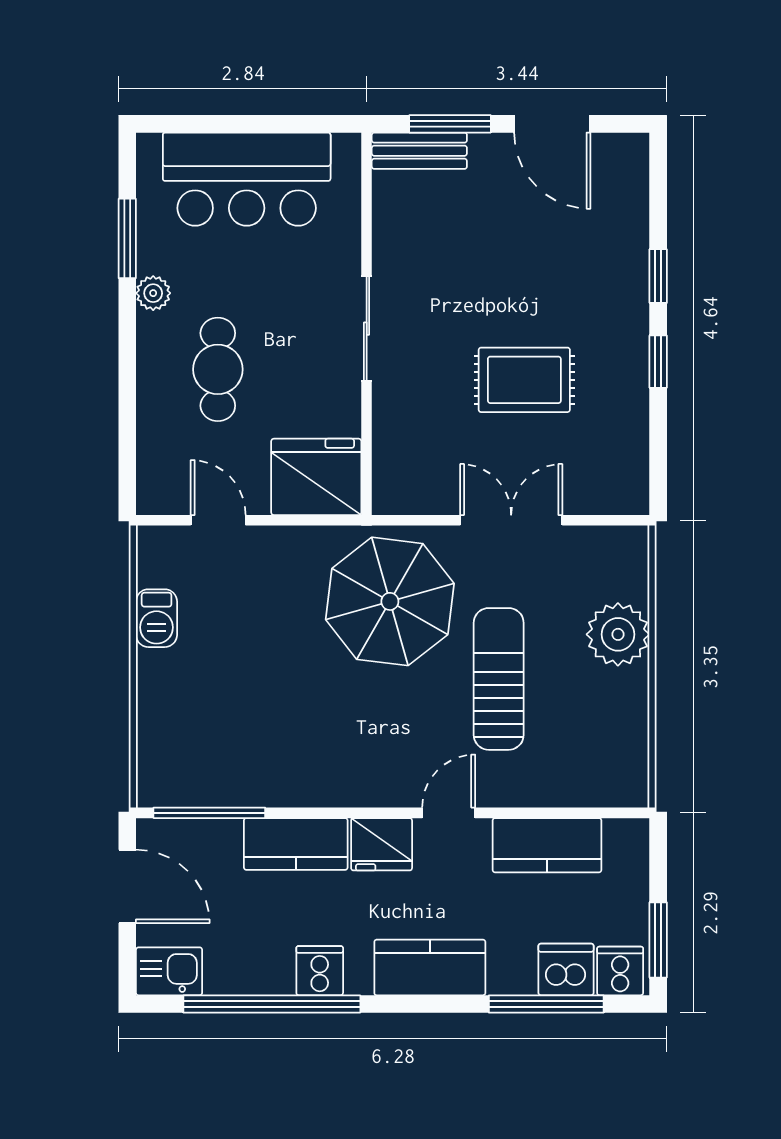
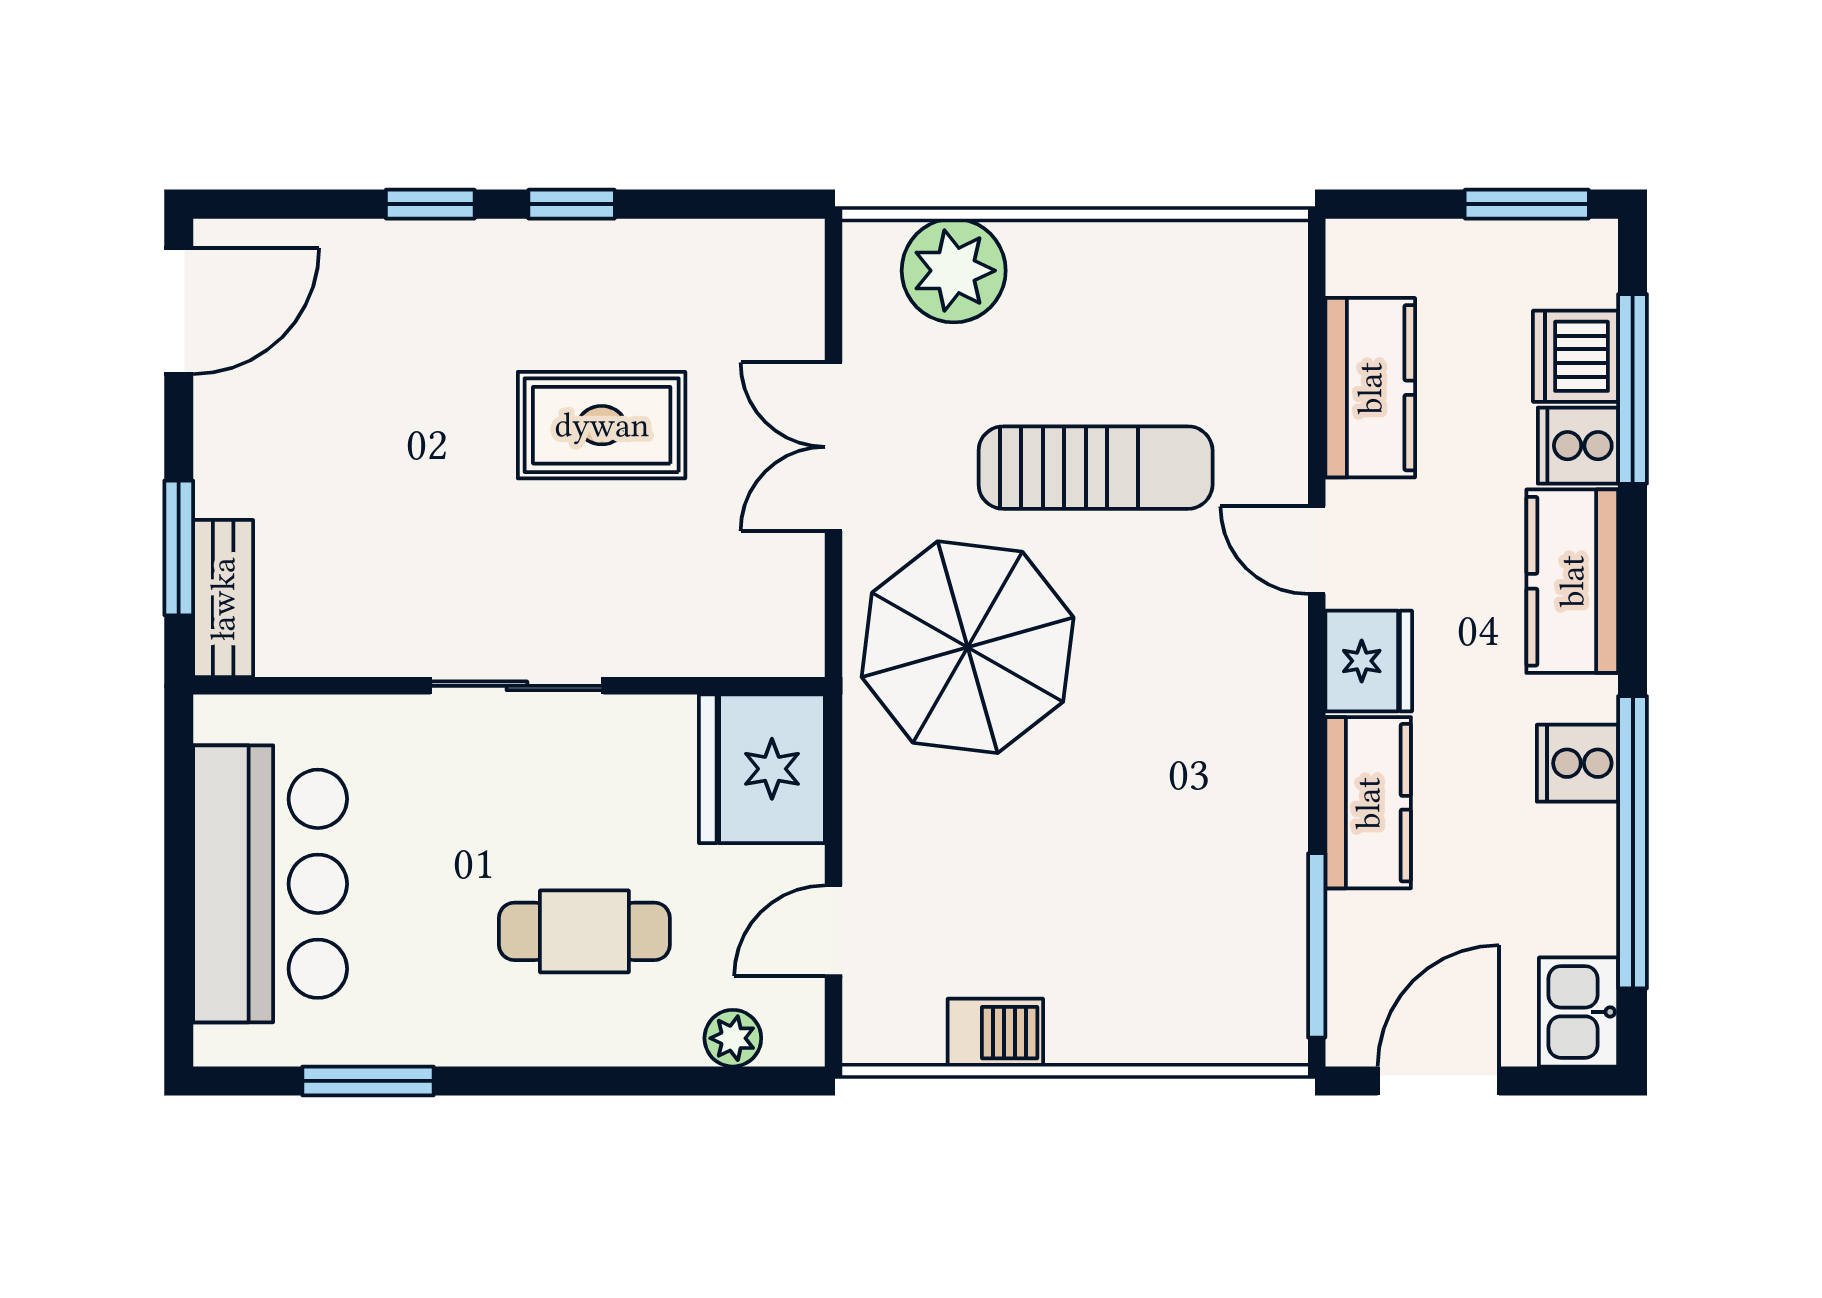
door: (552, 124) -> (179, 311), moved
plant: (153, 293) -> (733, 1038), moved
rug: (524, 380) -> (602, 425), turned 90
plant: (618, 634) -> (954, 271), moved
sun lounger: (499, 679) -> (1096, 468), turned 180
cooker: (620, 971) -> (1578, 446), moved

